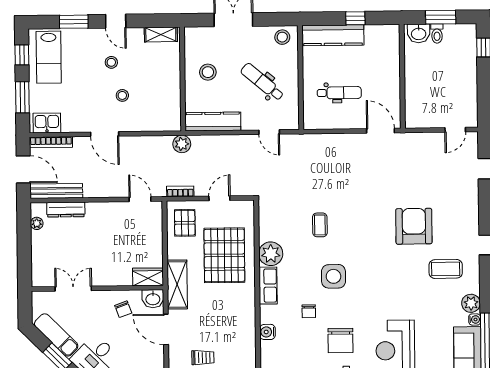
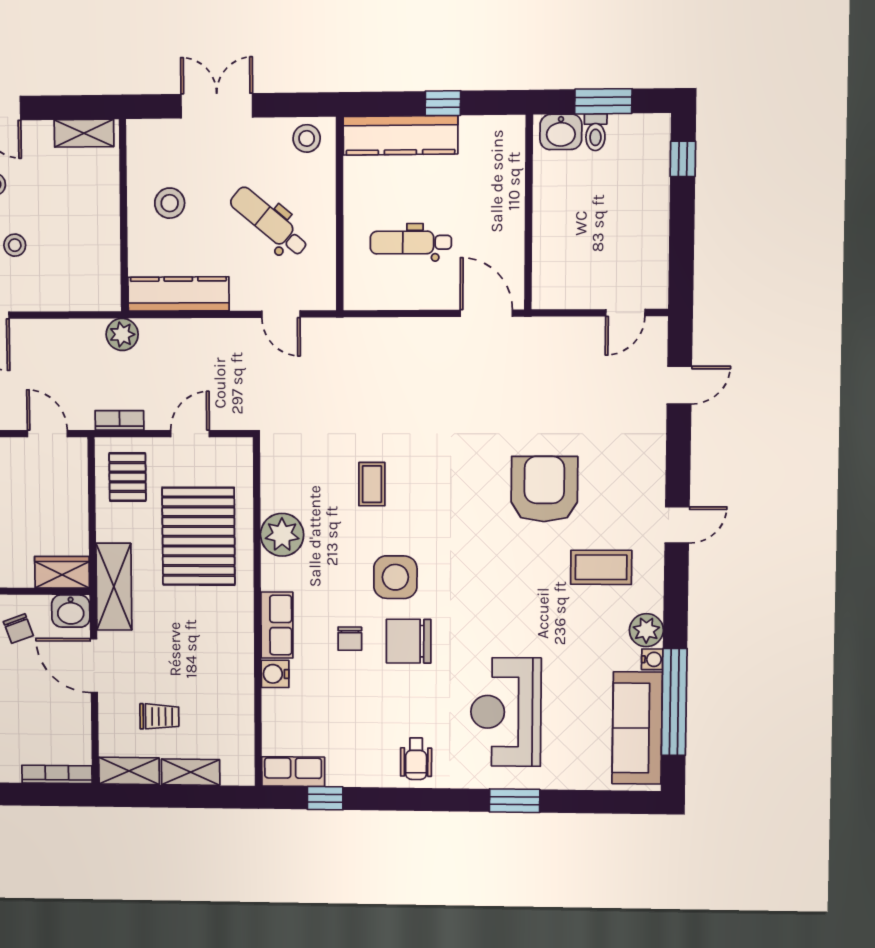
dental chair: (339, 93) -> (411, 242), turned 180
row of seats: (268, 286) -> (277, 625), moved
chair: (341, 340) -> (409, 641), moved, turned 90

